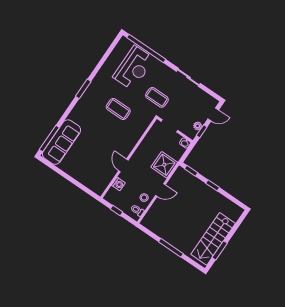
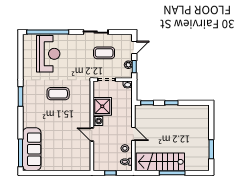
coffee table: (157, 97) -> (104, 53), moved
shower: (164, 165) -> (102, 106), moved
washing machine: (118, 184) -> (98, 121), moved
door: (160, 190) -> (133, 134), hinge flipped
stairs: (213, 239) -> (160, 162), moved, turned 90

